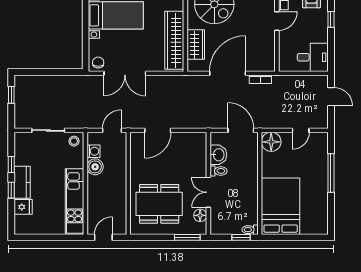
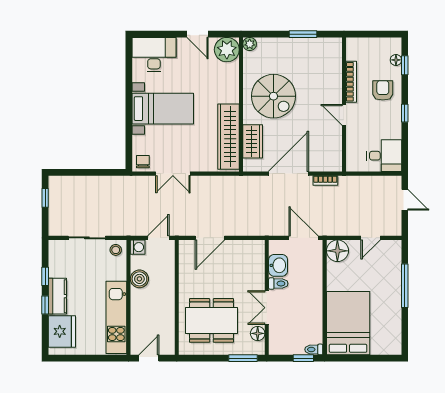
door: (277, 21) -> (344, 115), swing flipped
double door: (125, 73) -> (173, 174), width x0.73
washing machine: (93, 151) -> (138, 247), moved
fridge: (23, 207) -> (62, 331), width x1.88, depth x1.34

